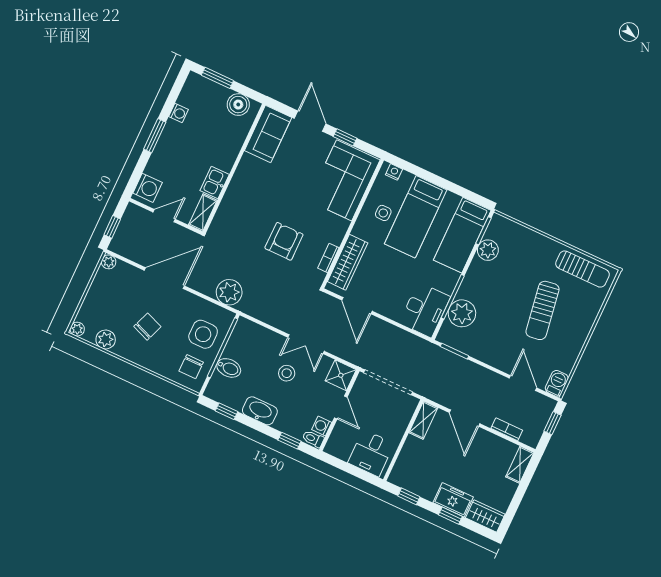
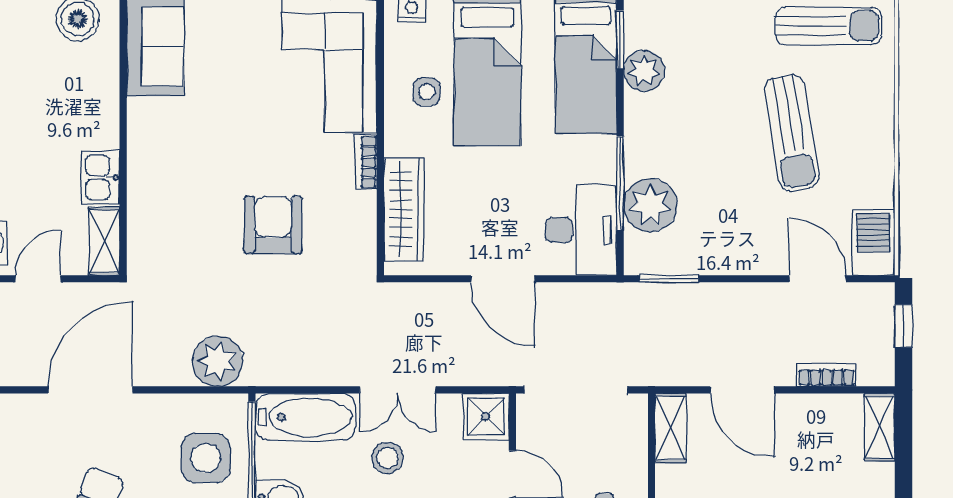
bookcase: (328, 258) -> (366, 162), moved
door: (357, 306) -> (503, 279), moved
bathtub: (258, 337) -> (305, 417), added
barbecue: (557, 383) -> (873, 242), width x1.38, depth x1.27

